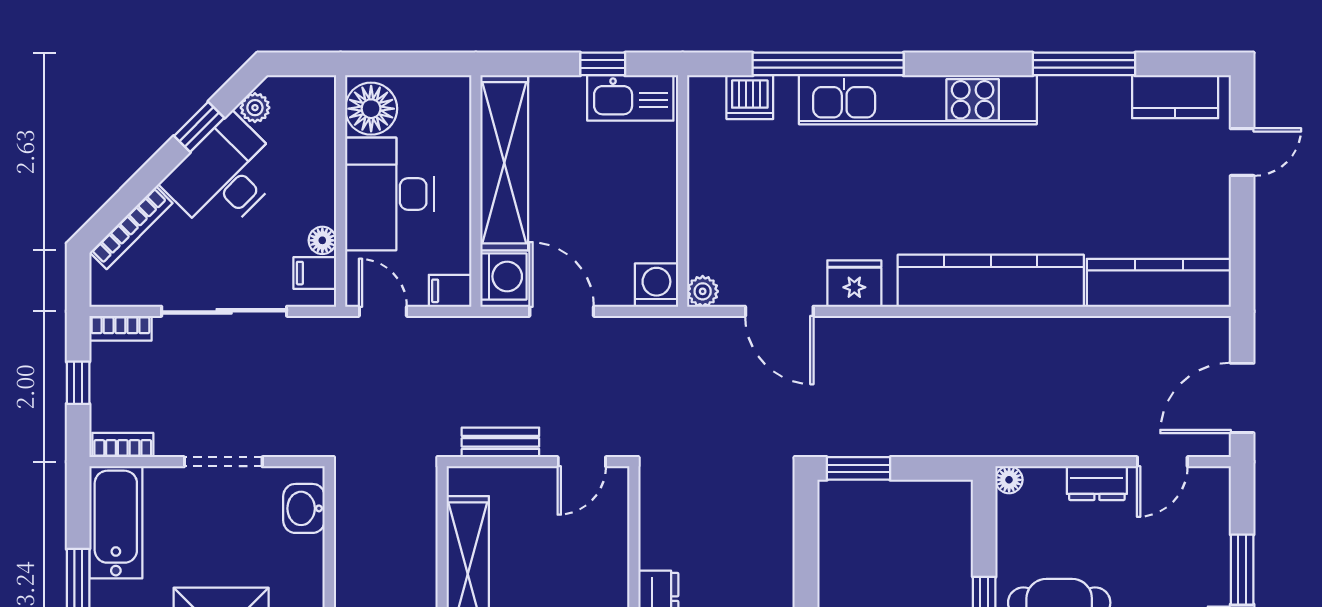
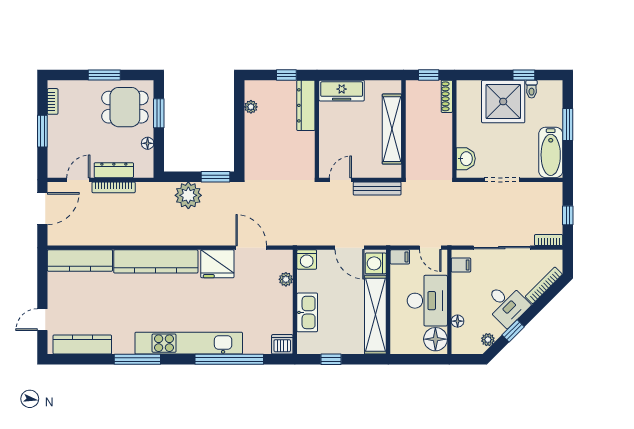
window: (1084, 64) -> (137, 359), moved
dishwasher: (750, 97) -> (282, 344), moved
kitchen counter: (1175, 97) -> (82, 345), width x1.50
kitchen sink: (630, 98) -> (307, 312), moved, turned 90
desk: (224, 176) -> (506, 304), width x0.73
floor lamp: (322, 240) -> (458, 321), moved
fridge: (854, 284) -> (217, 264), width x1.36, depth x1.34
plant: (703, 291) -> (286, 279), moved
plant: (919, 427) -> (188, 195), added
bench: (500, 442) -> (377, 189), width x1.36
bookcase: (123, 445) -> (114, 187), moved, width x1.56
floor lamp: (1009, 480) -> (148, 143), moved
dresser: (1097, 483) -> (114, 170), width x1.44

